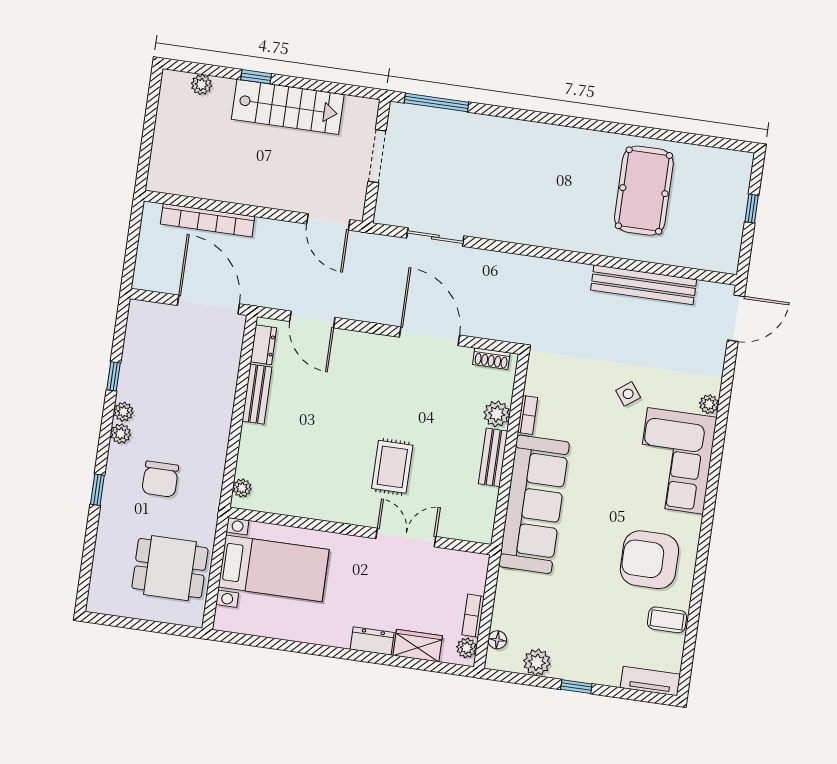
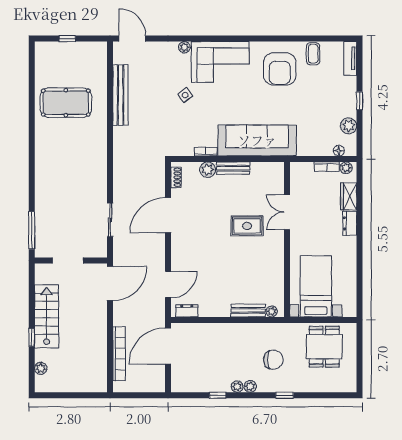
door: (328, 222) -> (110, 283), width x1.36
bench: (257, 394) -> (248, 311), moved

